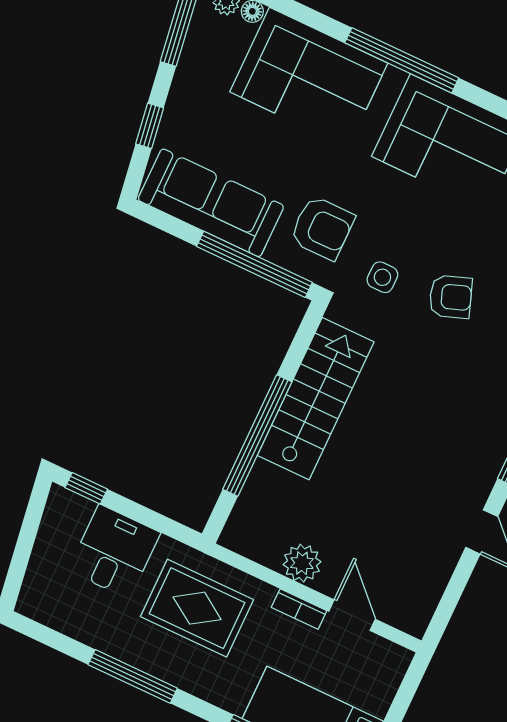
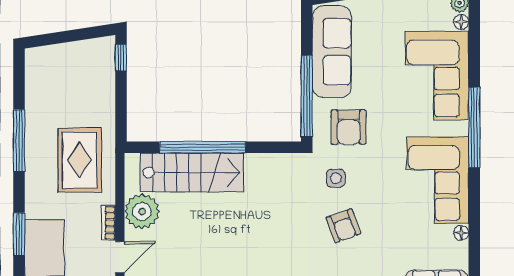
stairs: (316, 399) -> (192, 172), moved
desk: (114, 552) -> (90, 93), removed
plant: (302, 563) -> (142, 211), width x1.36, depth x1.36

